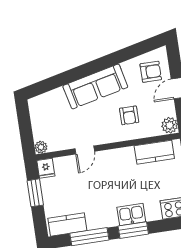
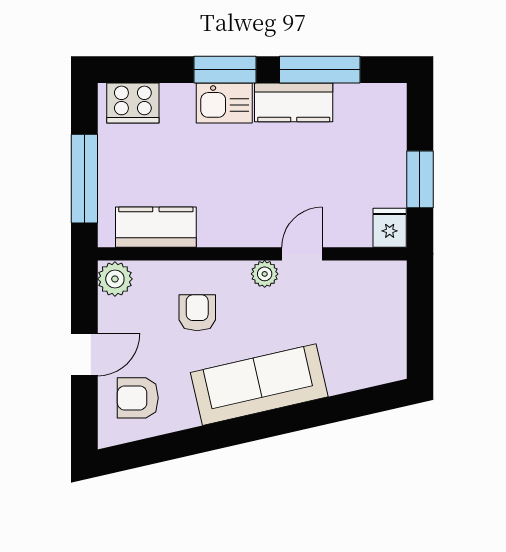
plant: (41, 147) -> (265, 274), moved
kitchen counter: (67, 225) -> (294, 102), moved

